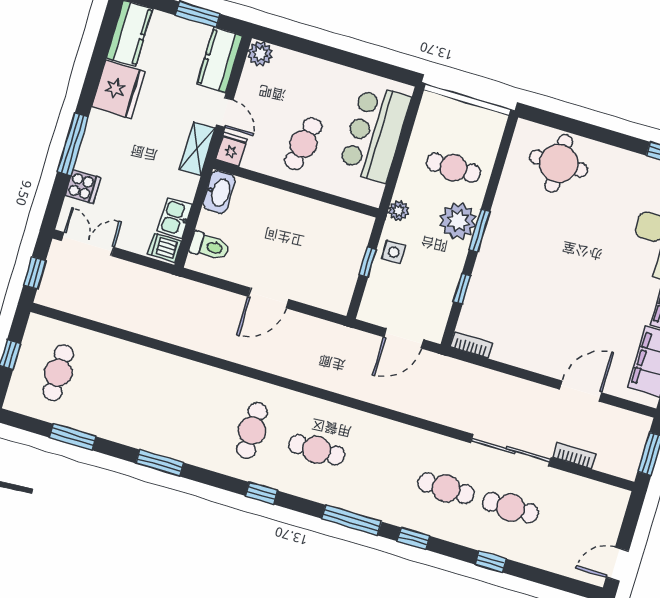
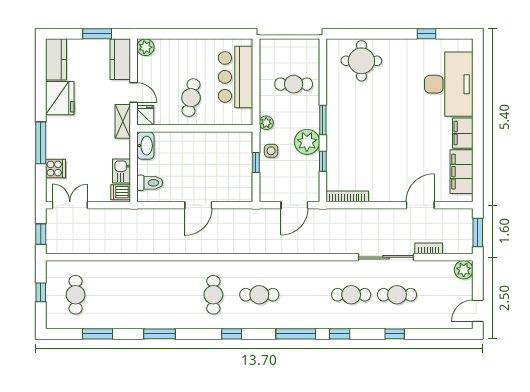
plant: (458, 221) -> (307, 142), moved
bookcase: (471, 345) -> (347, 196), width x1.56
plant: (615, 500) -> (464, 270), added

